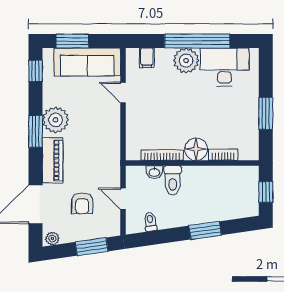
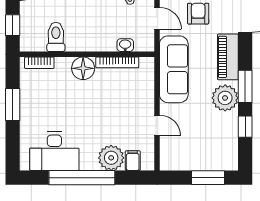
plant: (186, 61) -> (111, 158), moved
sofa: (87, 62) -> (174, 69), moved, turned 90
window: (36, 71) -> (245, 127), moved
bookcase: (223, 155) -> (39, 63), moved
toilet: (173, 180) -> (56, 37), moved

